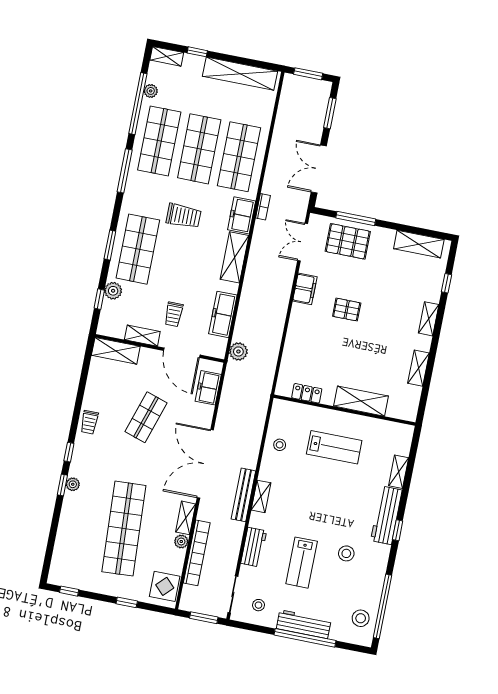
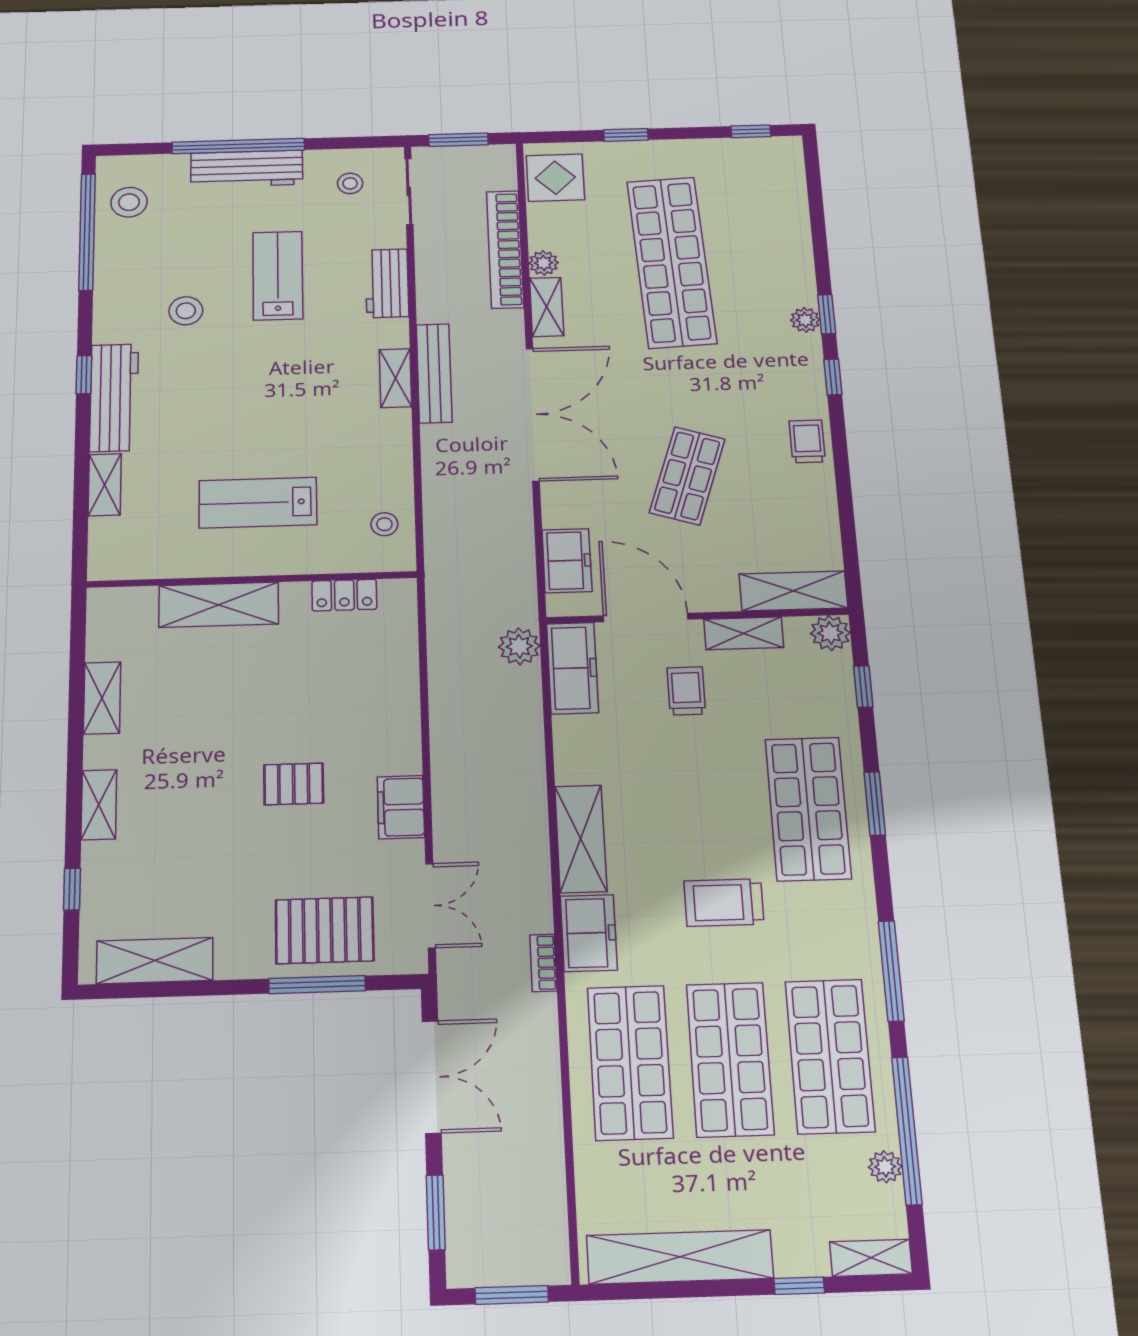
plant: (113, 291) -> (830, 633), moved
freezer: (223, 314) -> (573, 668), moved
stool: (280, 445) -> (384, 524), moved

